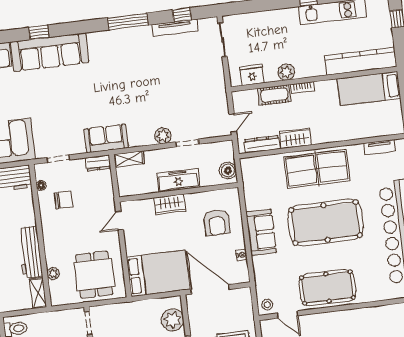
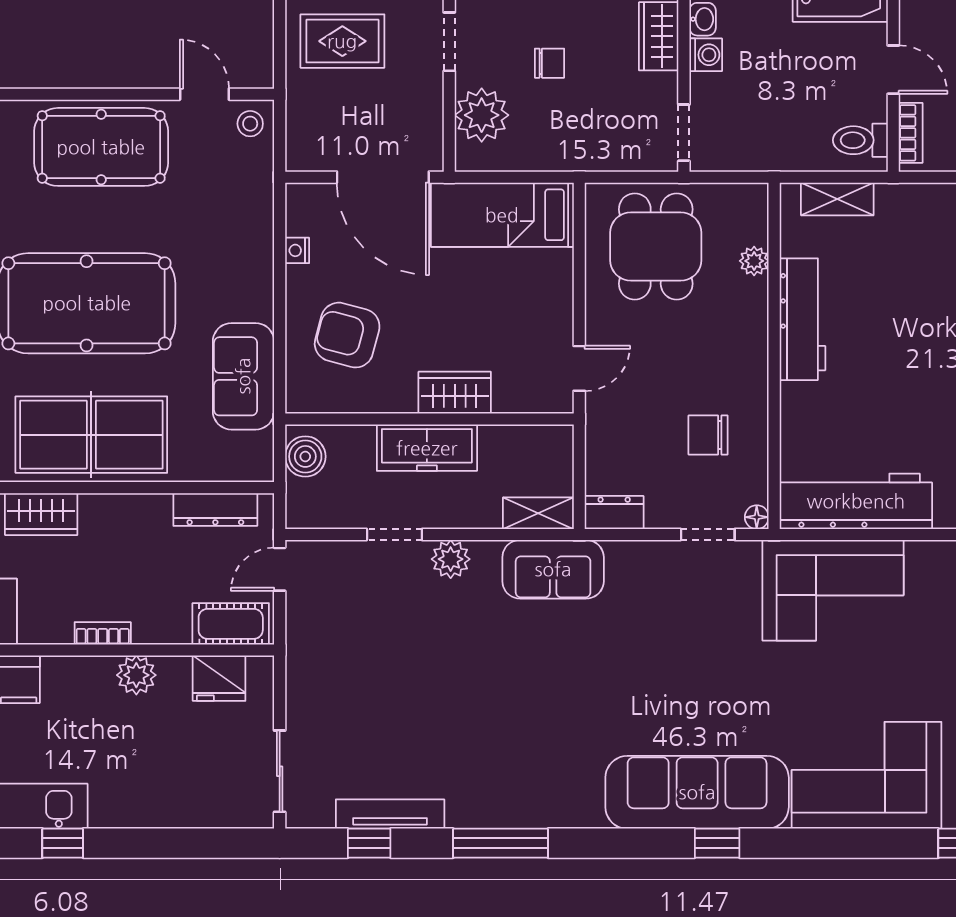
cot: (274, 95) -> (231, 624), moved
sofa: (106, 138) -> (553, 569), moved
wardrobe: (295, 138) -> (41, 514), moved
floor lamp: (41, 185) -> (757, 517), moved
armchair: (217, 223) -> (347, 335), turned -75
sofa: (261, 232) -> (243, 376), moved
bed: (158, 273) -> (502, 215), width x0.67
shelving: (38, 293) -> (837, 199), moved, turned 90

